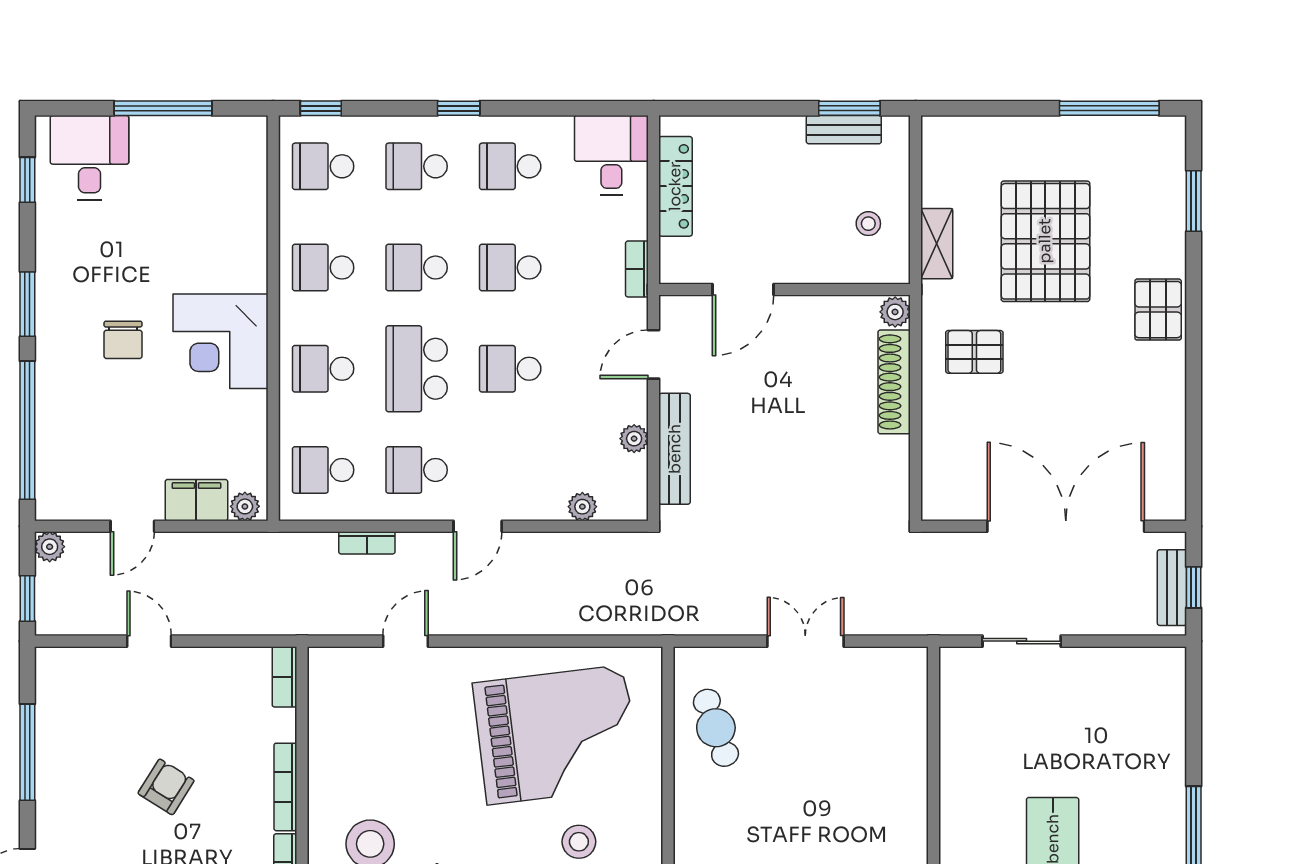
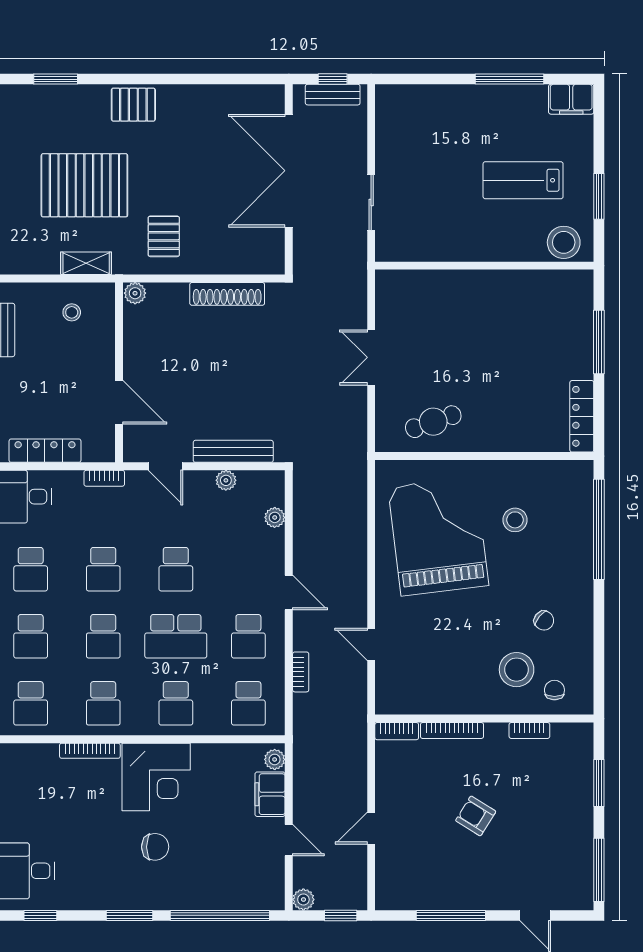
bookcase: (257, 249) -> (90, 751), added
shoe rack: (894, 382) -> (227, 294), moved
bookcase: (285, 787) -> (452, 730), moved

